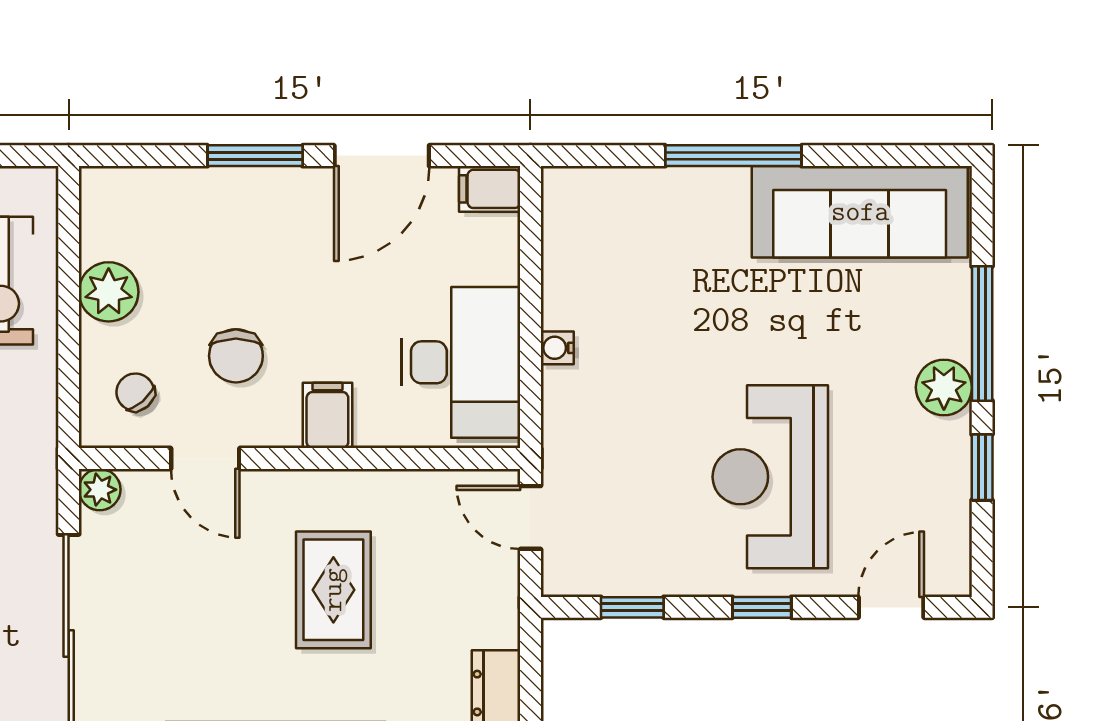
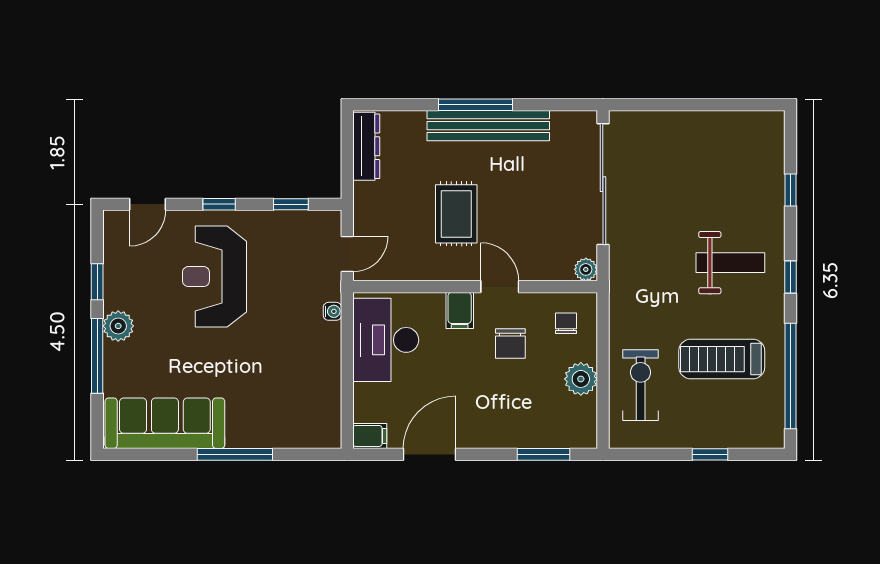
window: (255, 156) -> (544, 454), moved
water cooler: (557, 348) -> (332, 311), moved
chair: (236, 356) -> (510, 344), turned 180
chair: (135, 392) -> (566, 323), turned -139
door: (205, 459) -> (500, 287), moved
reception desk: (770, 477) -> (214, 277), turned 180
door: (530, 517) -> (347, 254), hinge flipped

